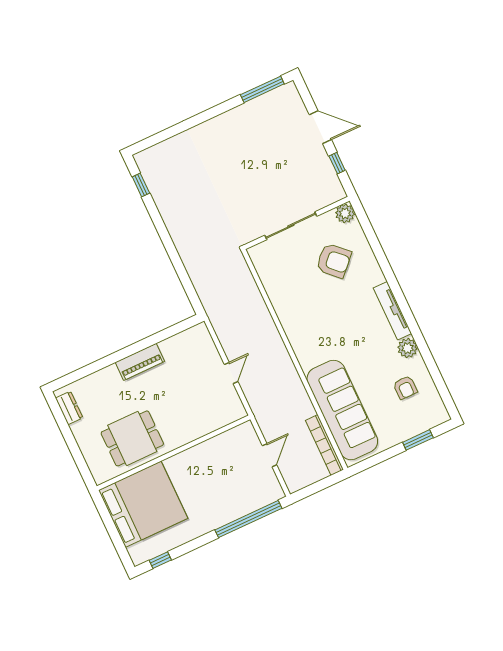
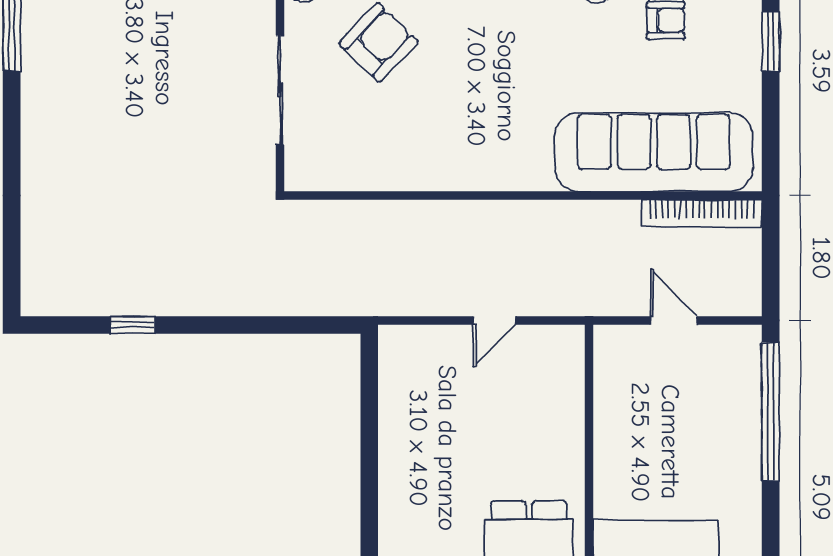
window: (141, 185) -> (133, 325), moved
piano: (140, 362) -> (398, 475), removed
door: (231, 373) -> (494, 320), swing flipped

